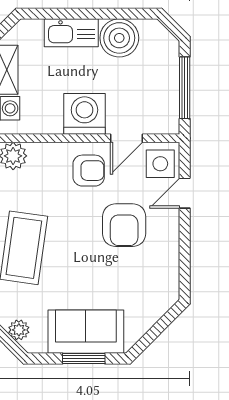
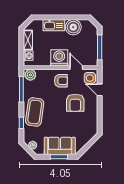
door: (127, 138) -> (76, 68), swing flipped
door: (185, 193) -> (100, 90), hinge flipped

